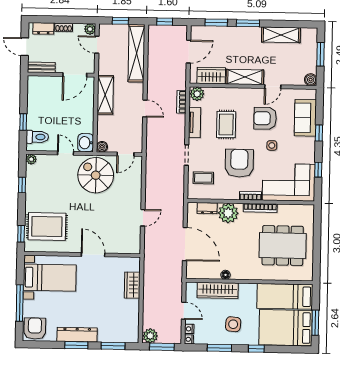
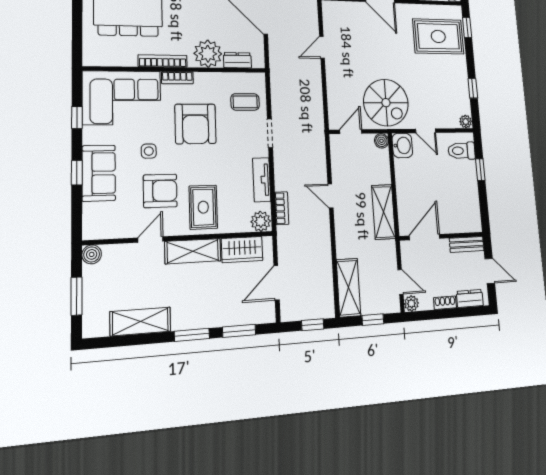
shelving: (136, 53) -> (348, 288), width x0.68
sofa: (305, 118) -> (99, 173), moved
rug: (226, 125) -> (203, 207), moved

